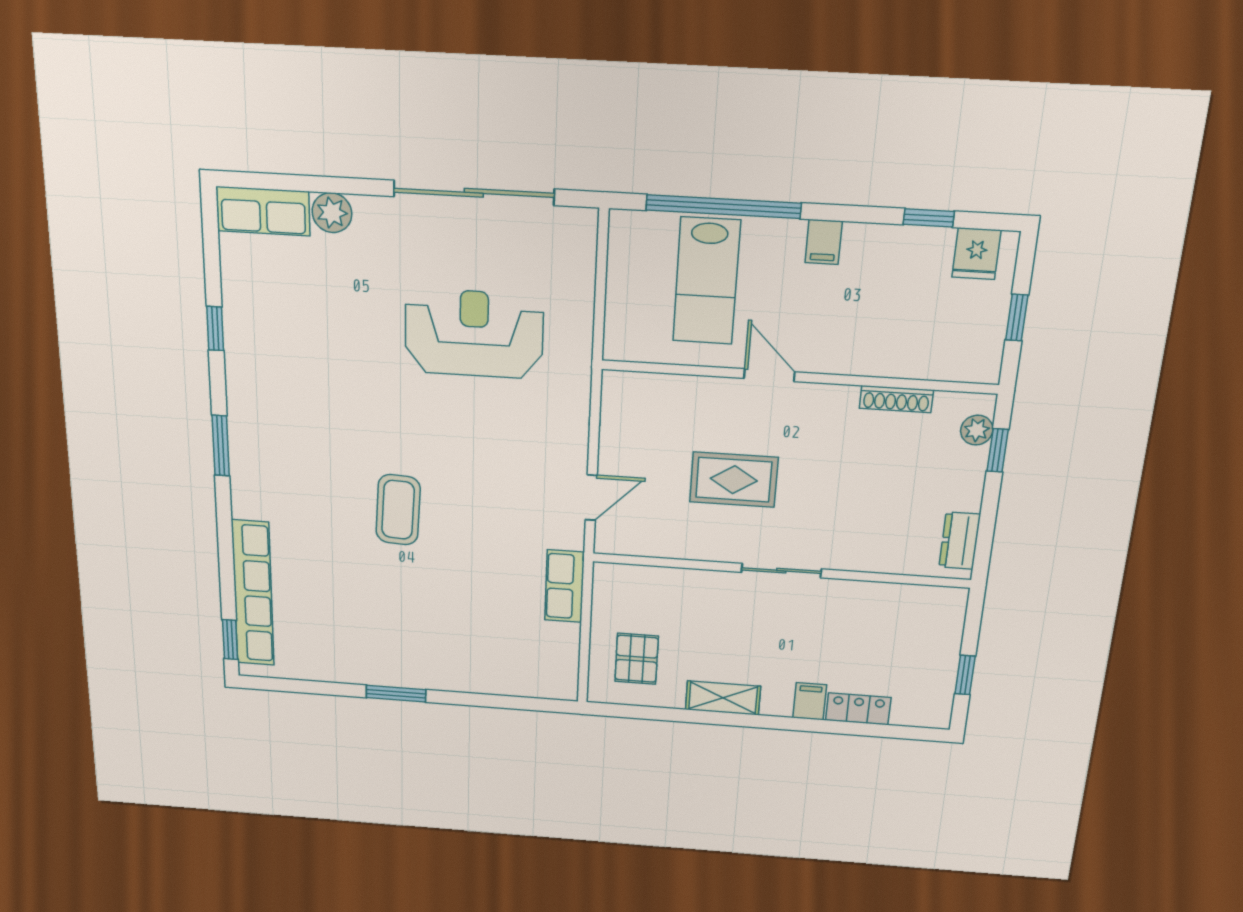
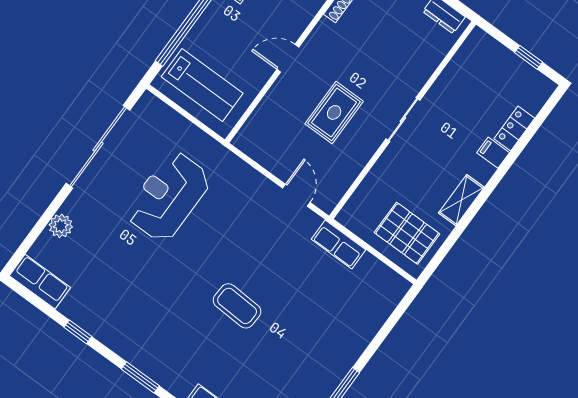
row of seats: (263, 211) -> (40, 282), moved, turned -90
lab bench: (706, 281) -> (202, 85), moved
pallet: (637, 659) -> (407, 233), width x1.50, depth x1.42

